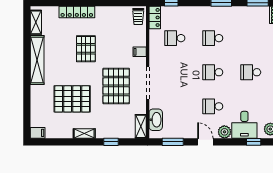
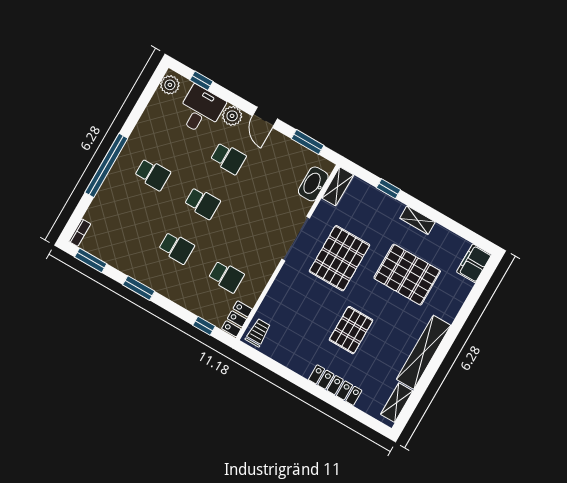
filing cabinet: (140, 52) -> (283, 285), removed
filing cabinet: (38, 133) -> (474, 263), width x2.00

